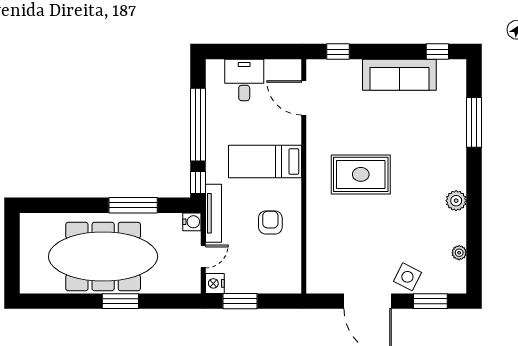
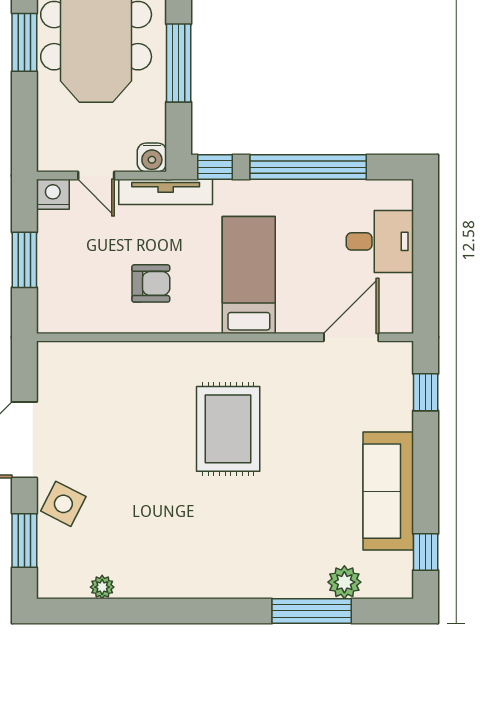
plant: (456, 201) -> (344, 582), moved
window: (240, 301) -> (24, 260), moved

